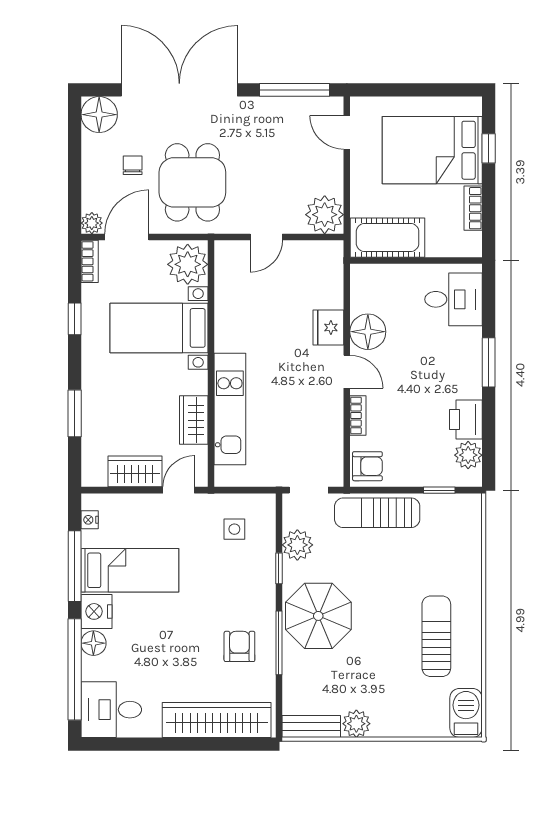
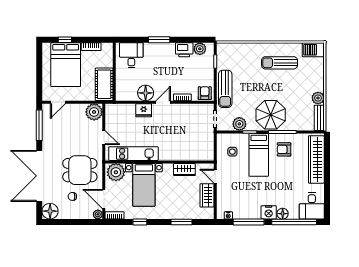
kitchen unit: (230, 409) -> (133, 154), moved
bed: (130, 570) -> (259, 155), moved, turned 180

